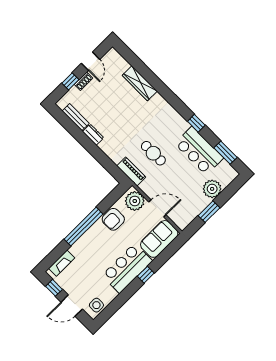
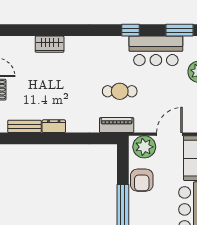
wardrobe: (140, 83) -> (50, 44), width x0.67

